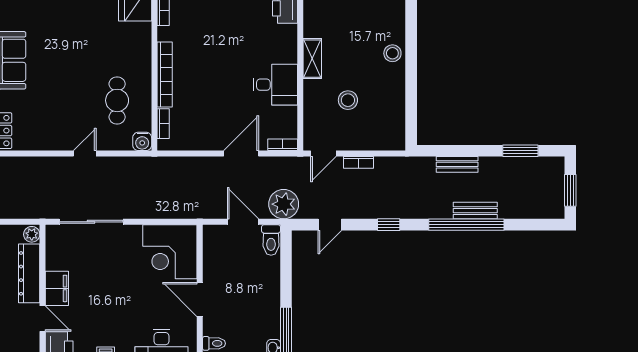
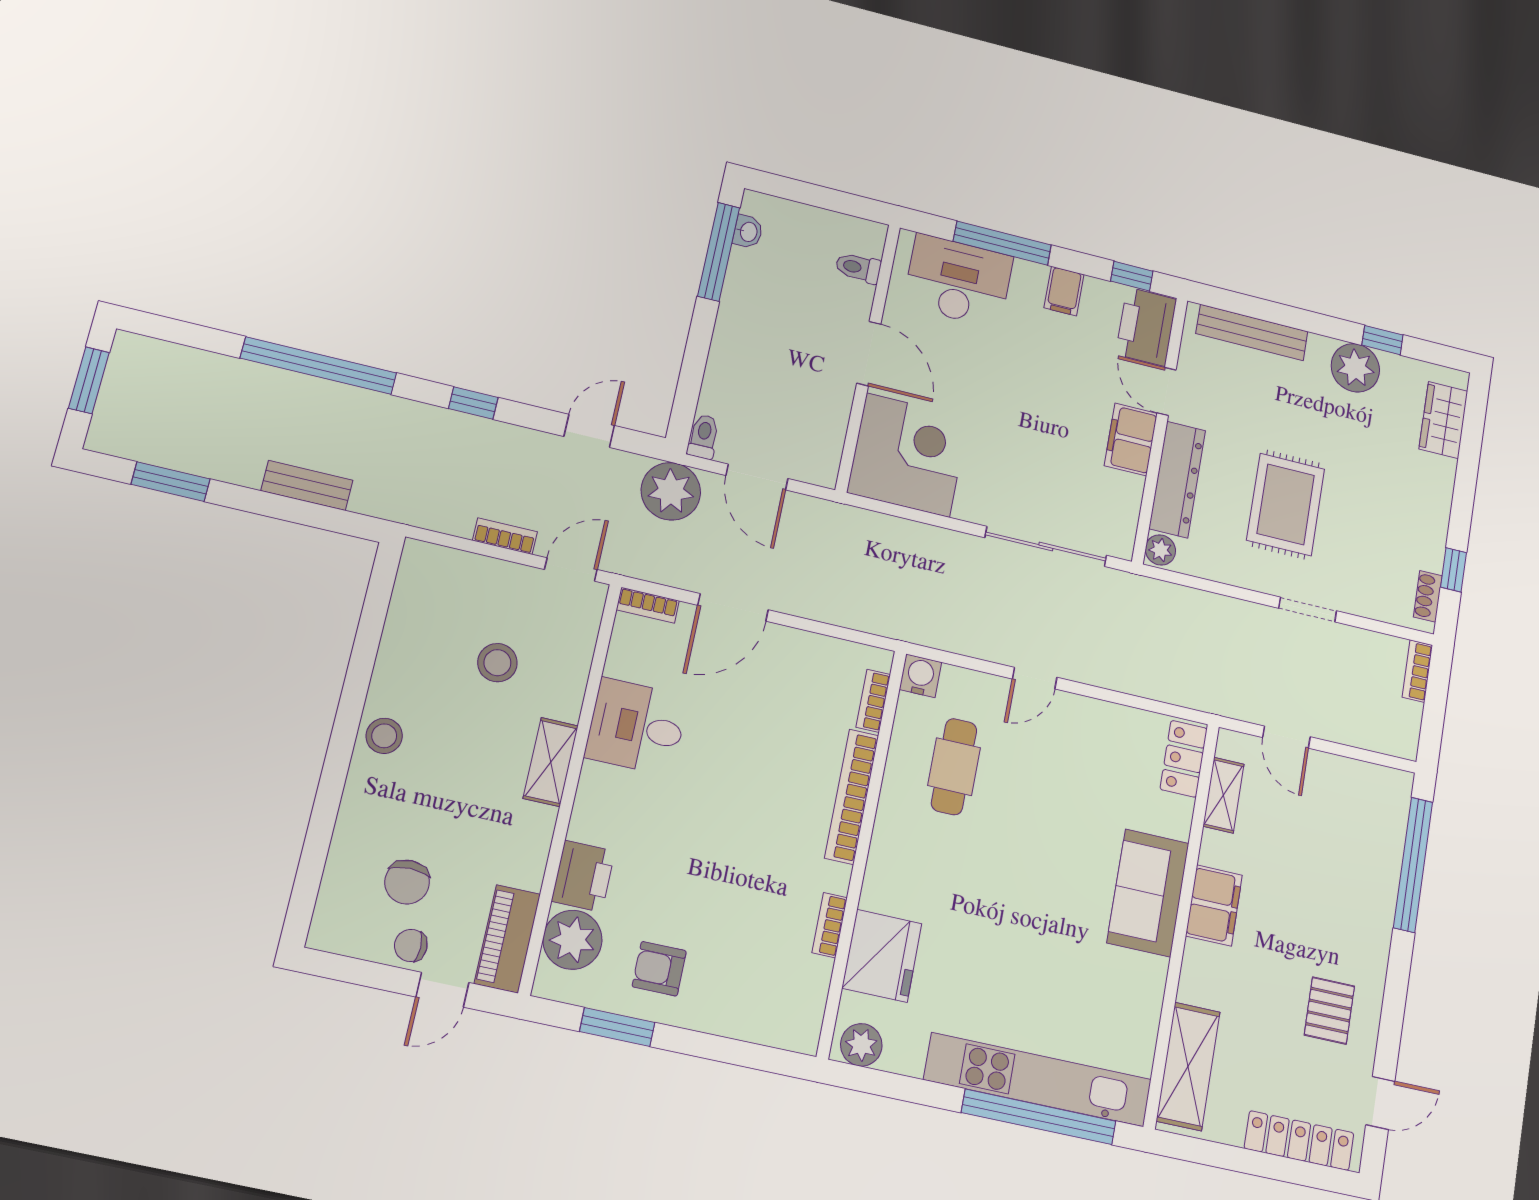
bench: (475, 211) -> (293, 388), removed
toilet: (271, 240) -> (703, 437), width x0.73, depth x0.72

